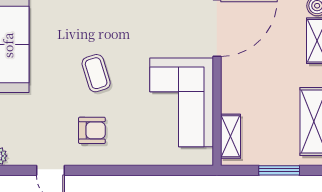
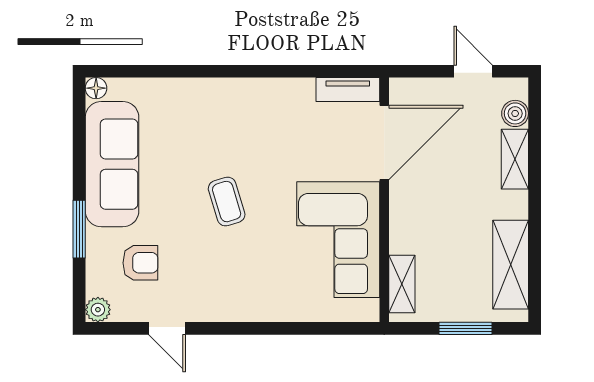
armchair: (92, 130) -> (140, 263), moved

